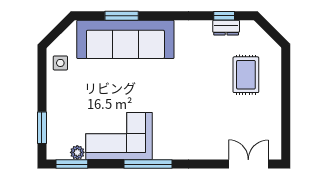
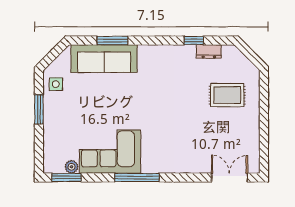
window: (224, 16) -> (194, 41), moved
sofa: (125, 39) -> (104, 59), width x0.74, depth x0.79
rug: (246, 75) -> (227, 95), turned 90
window: (42, 128) -> (39, 109), moved

